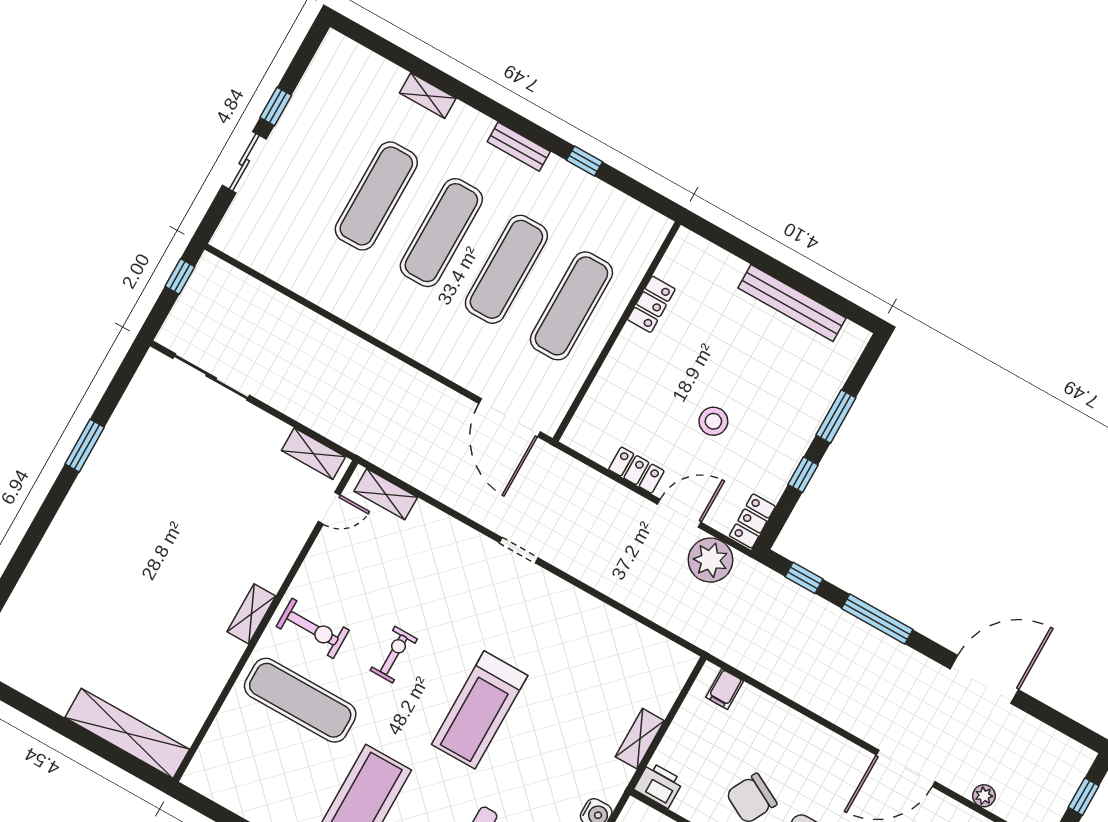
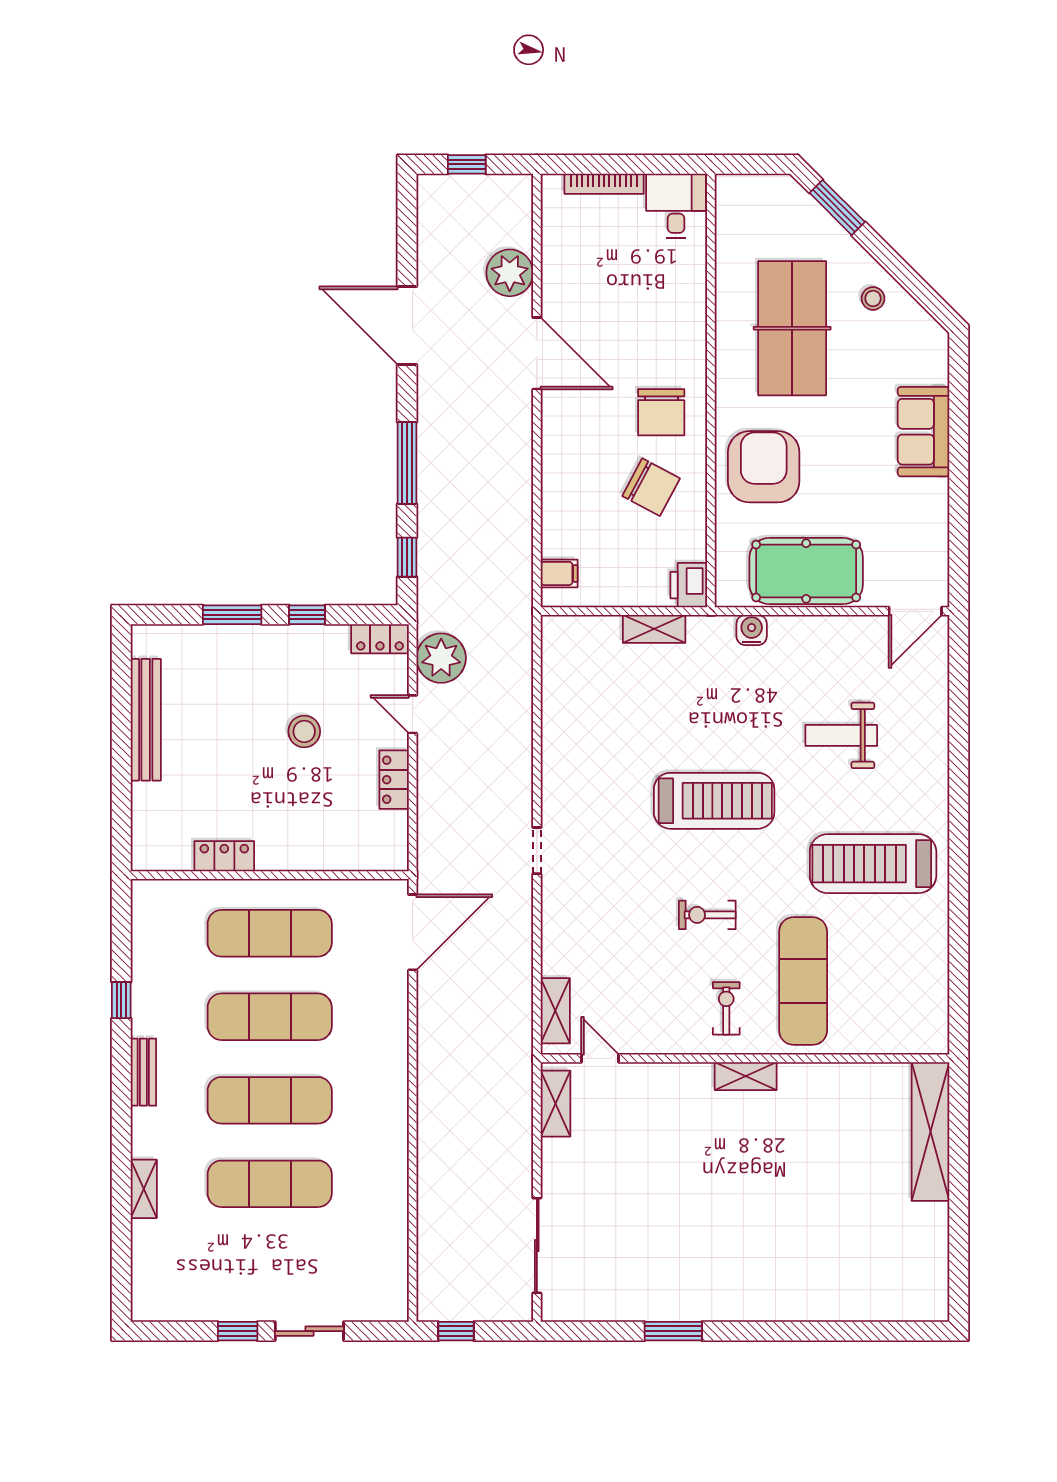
door: (679, 513) -> (413, 714), width x0.73
exercise bike: (313, 628) -> (726, 1008), width x0.73, depth x0.72
plant: (984, 796) -> (510, 273), width x1.88, depth x1.88

